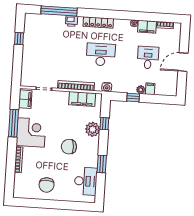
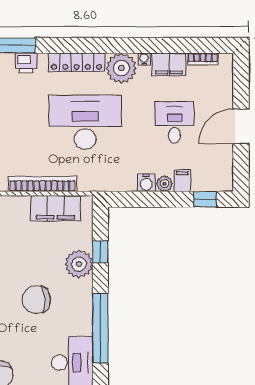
plant: (122, 27) -> (121, 68), added
desk: (101, 55) -> (85, 122), width x1.36, depth x1.30
water cooler: (107, 87) -> (146, 183), moved
window: (133, 98) -> (205, 199), moved
window: (102, 164) -> (100, 328), width x2.11

